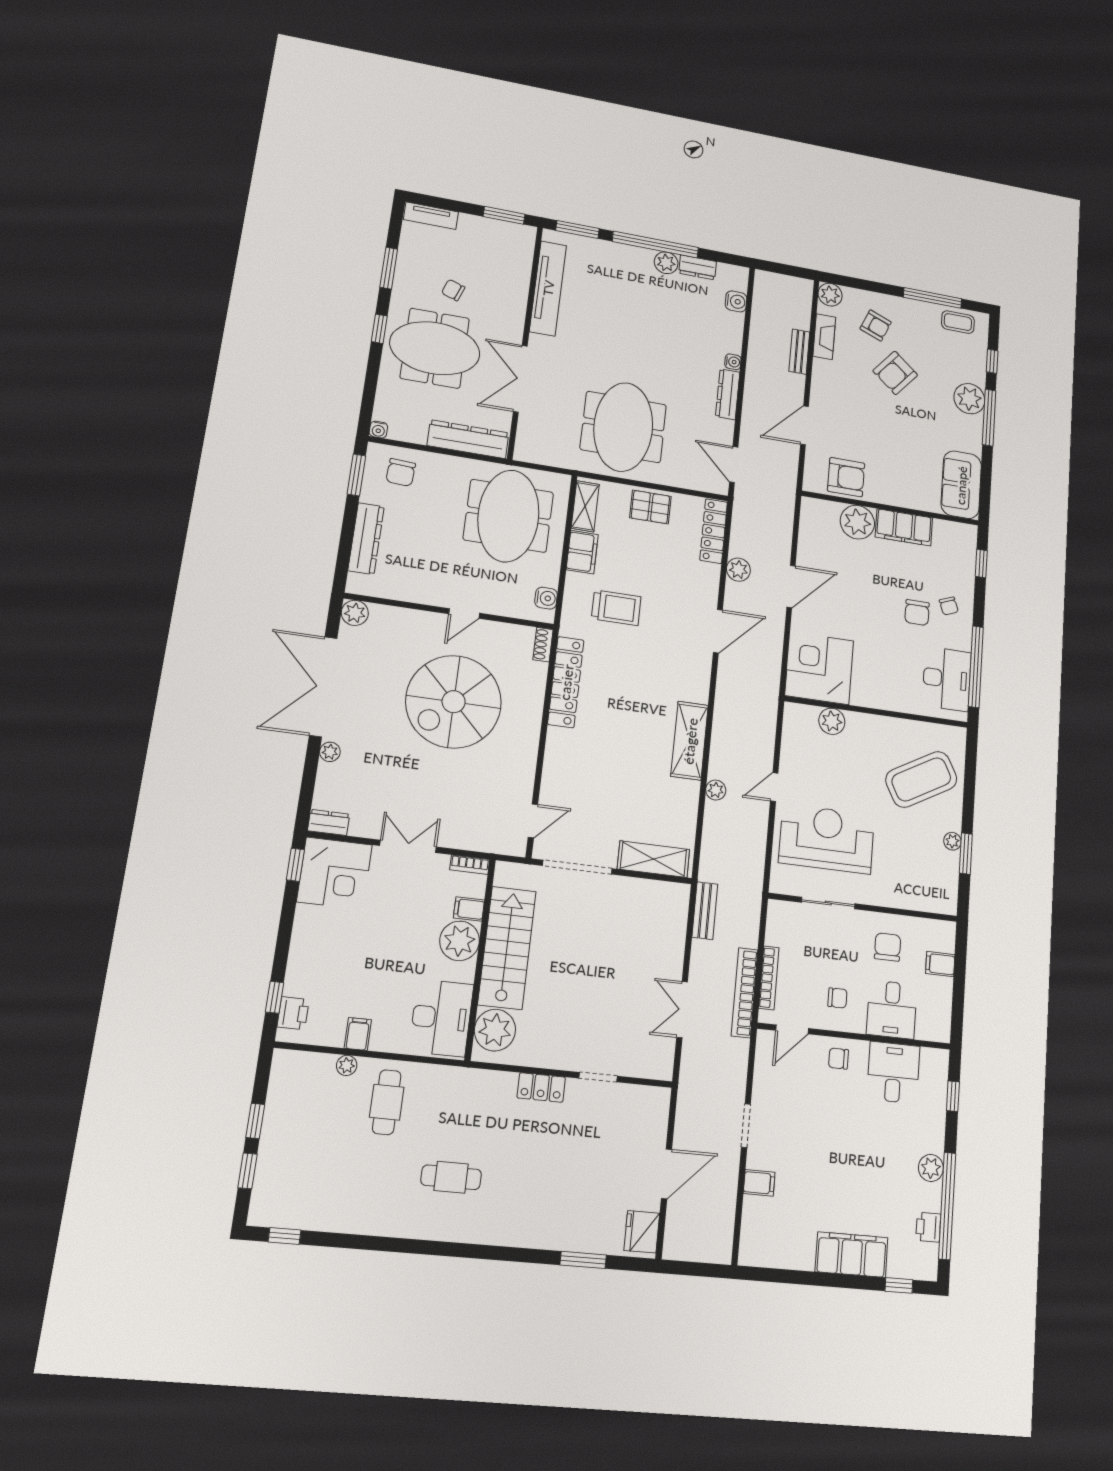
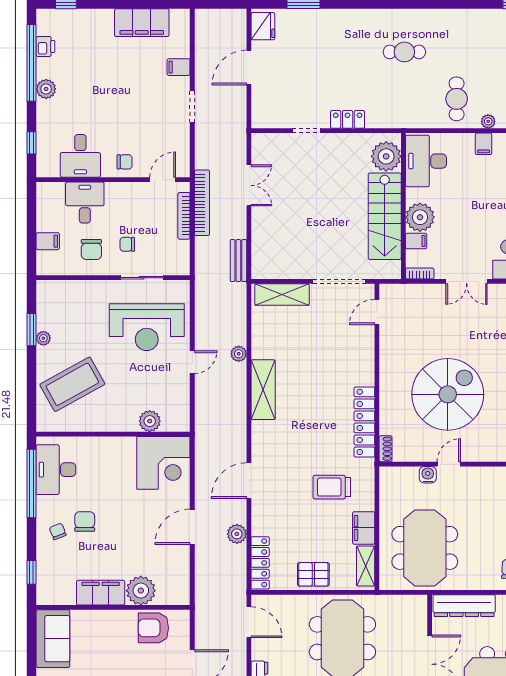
water cooler: (546, 598) -> (428, 475), moved, turned 90
chair: (837, 998) -> (127, 244), moved
filing cabinet: (852, 1255) -> (142, 23), moved

